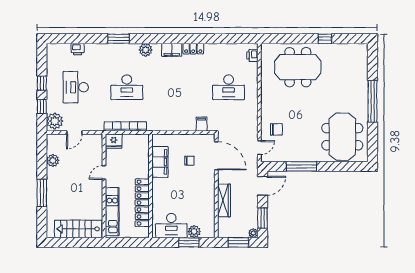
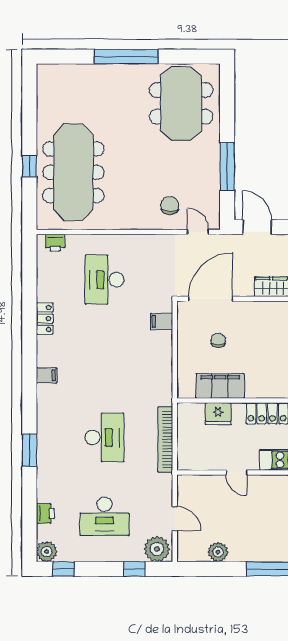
window: (325, 39) -> (29, 166), moved
locker: (193, 49) -> (45, 319), moved
plant: (146, 50) -> (47, 552), moved
filing cabinet: (172, 50) -> (47, 375), width x0.50
meeting table: (298, 67) -> (73, 172), width x1.36
window: (42, 83) -> (64, 569), moved
desk: (229, 87) -> (105, 280), turned 180
meeting table: (342, 137) -> (181, 103), turned 90
fridge: (114, 141) -> (218, 414), moved, turned 90

